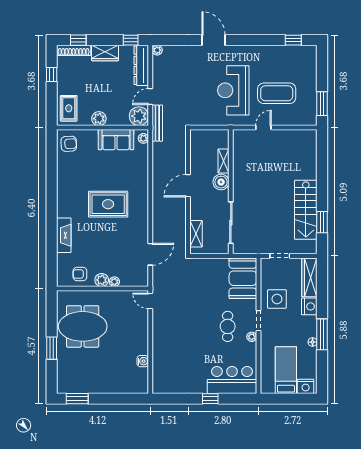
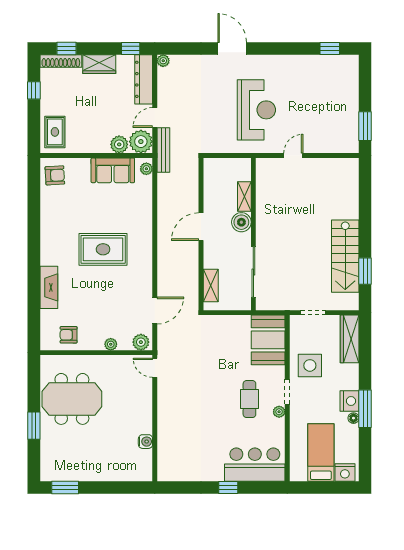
reception desk: (233, 90) -> (256, 110), turned 180
coffee table: (277, 93) -> (310, 113), removed
plant: (99, 119) -> (119, 144), moved
plant: (102, 280) -> (141, 342), moved
nightstand: (309, 306) -> (349, 401), moved

